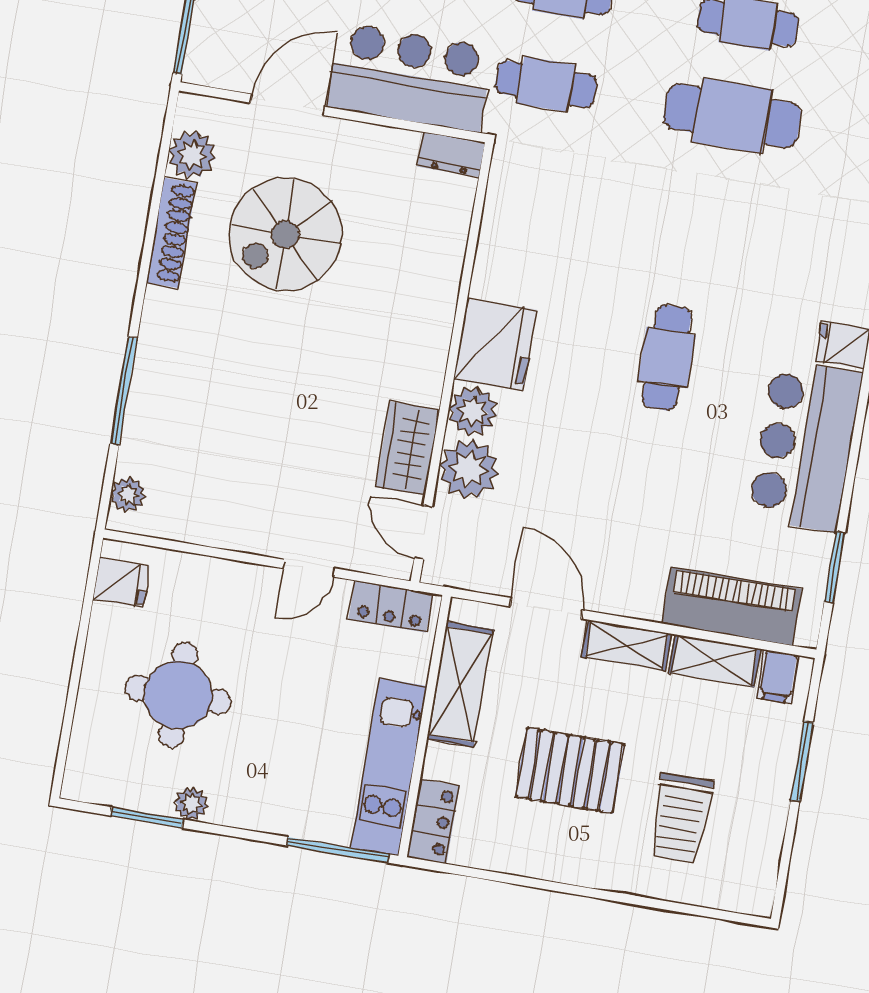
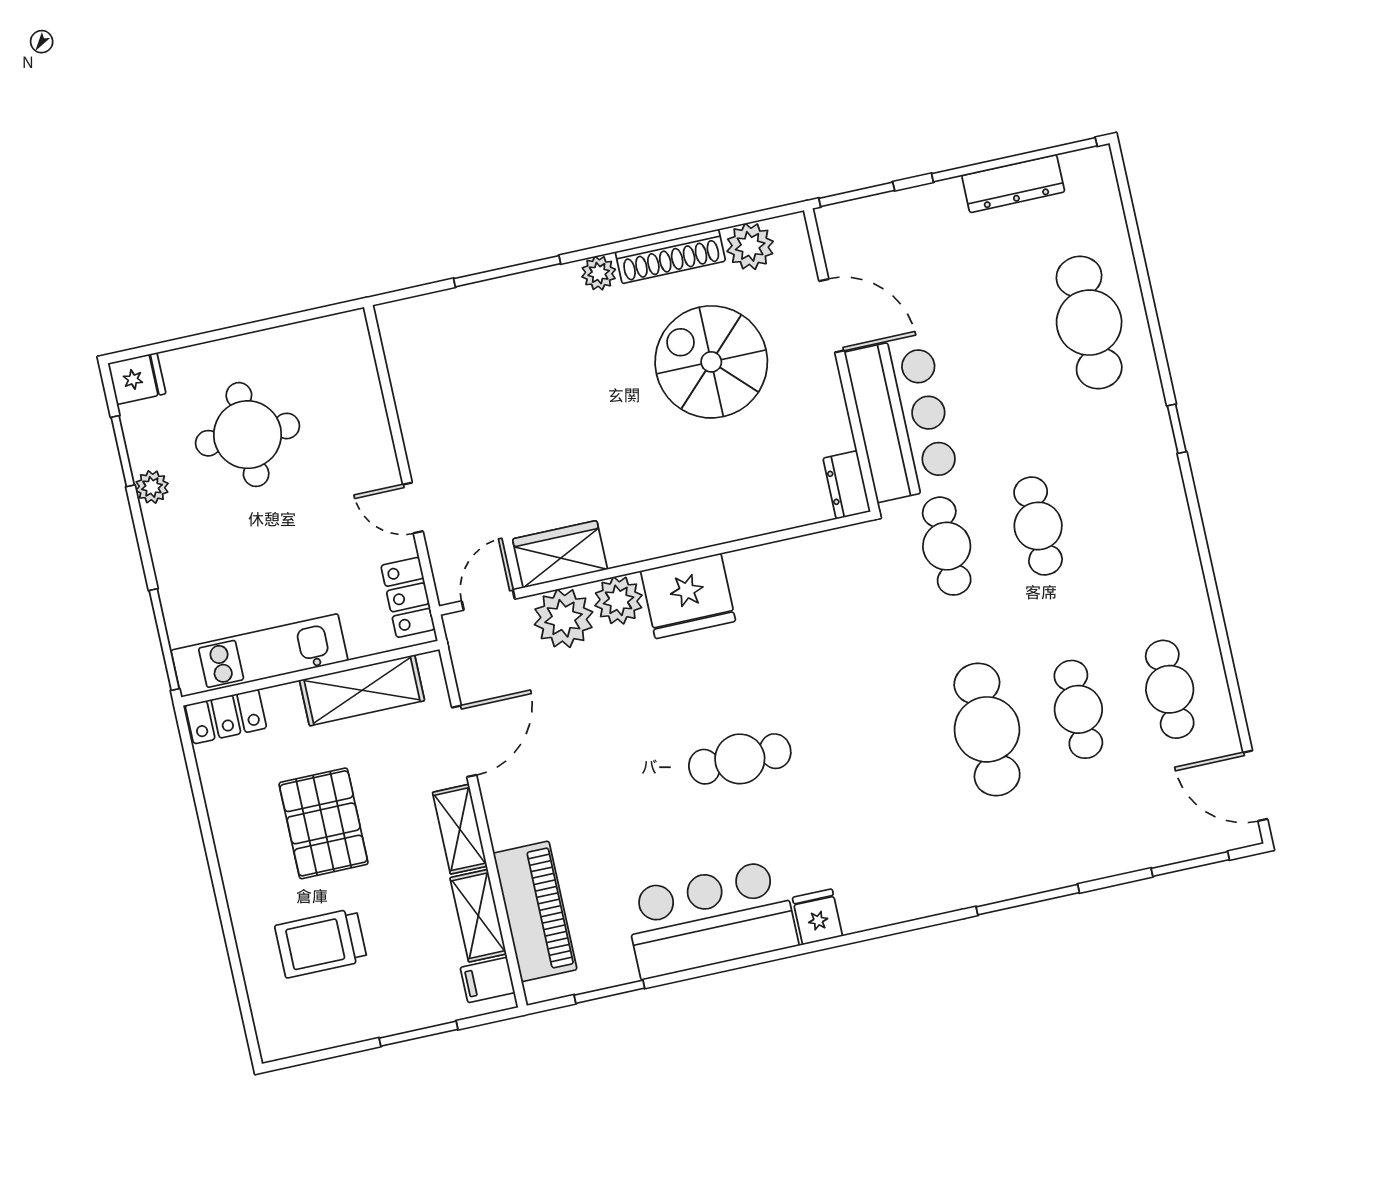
plant: (128, 495) -> (599, 273), moved
fridge: (121, 583) -> (137, 379), moved, turned -90

